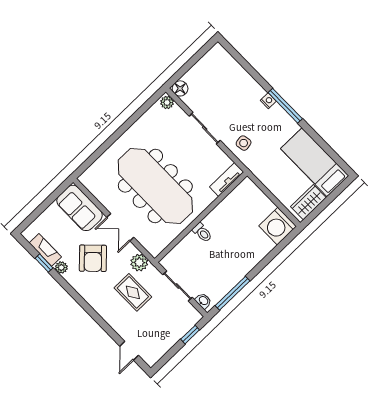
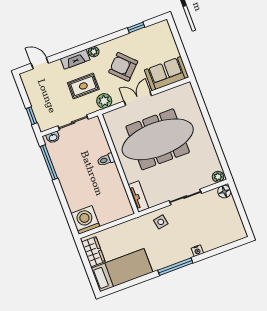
nightstand: (268, 101) -> (197, 251), moved
fireplace: (45, 250) -> (75, 59), moved
plant: (61, 267) -> (94, 52), moved

